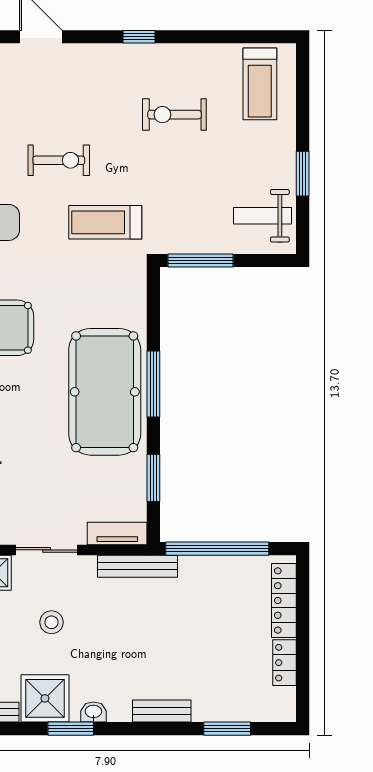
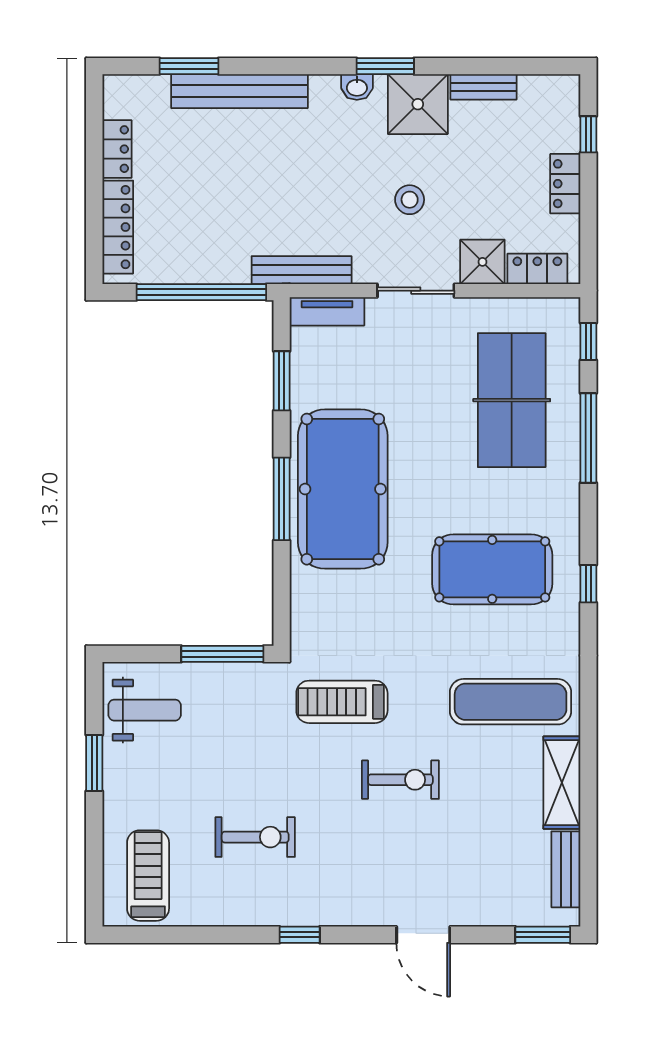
exercise bike: (59, 160) -> (400, 780), turned 180
treadmill: (105, 222) -> (342, 702), turned 180
bench: (162, 711) -> (240, 91), width x1.86, depth x1.21

